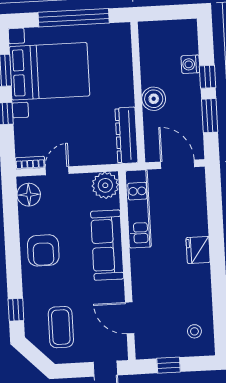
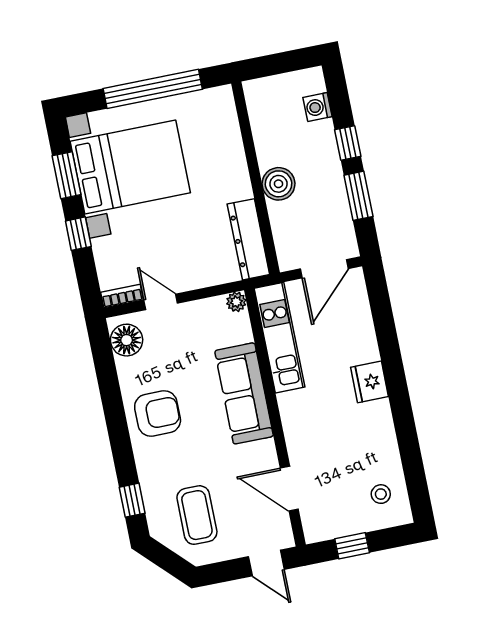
washing machine: (190, 64) -> (317, 107), moved
door: (178, 164) -> (324, 269), swing flipped
door: (57, 171) -> (161, 302), hinge flipped
plant: (105, 185) -> (236, 302), width x0.53, depth x0.53
armchair: (43, 250) -> (158, 414), turned -90

